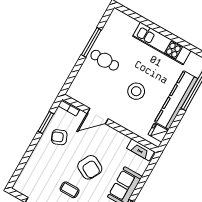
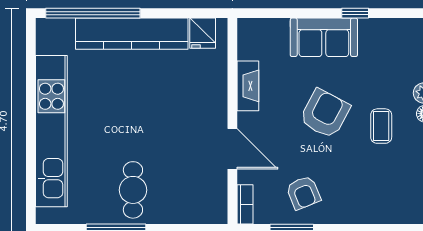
kitchen unit: (162, 44) -> (51, 131), width x1.36
stool: (136, 91) -> (155, 108), removed
fireplace: (141, 150) -> (248, 86), moved

